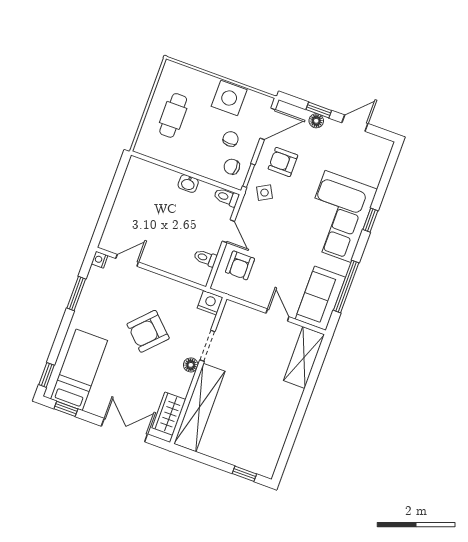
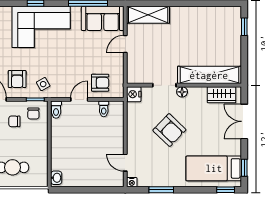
washbasin: (188, 184) -> (56, 178), moved

